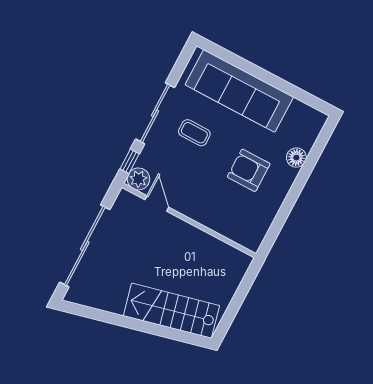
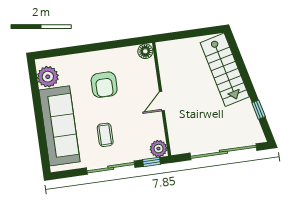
plant: (301, 116) -> (48, 77), added
floor lamp: (296, 158) -> (145, 51), moved
door: (157, 204) -> (162, 101), moved
window: (103, 316) -> (259, 110), added

